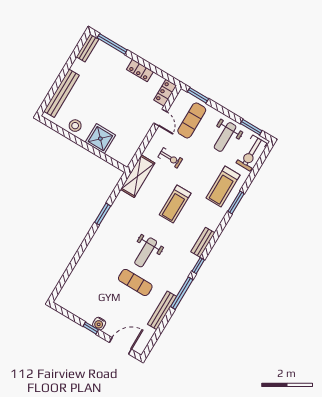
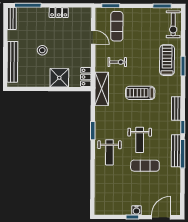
locker: (165, 93) -> (86, 77), moved
stool: (75, 126) -> (42, 50), moved
weight bench: (225, 137) -> (109, 152), moved
treadmill: (223, 186) -> (167, 60), turned 180
treadmill: (175, 204) -> (140, 93), turned 90
bench: (162, 310) -> (176, 151), moved

